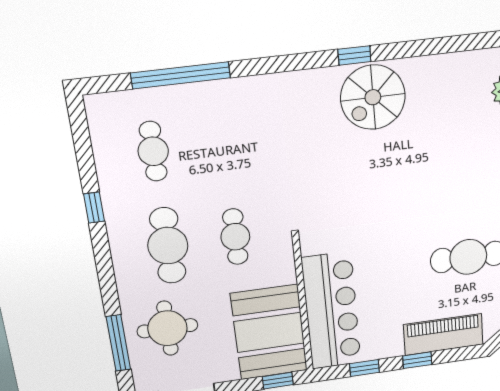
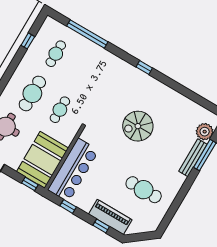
window: (354, 55) -> (144, 68), moved
spiral stairs: (373, 97) -> (138, 126), moved
window: (94, 208) -> (28, 41), moved
window: (417, 360) -> (101, 226), moved

